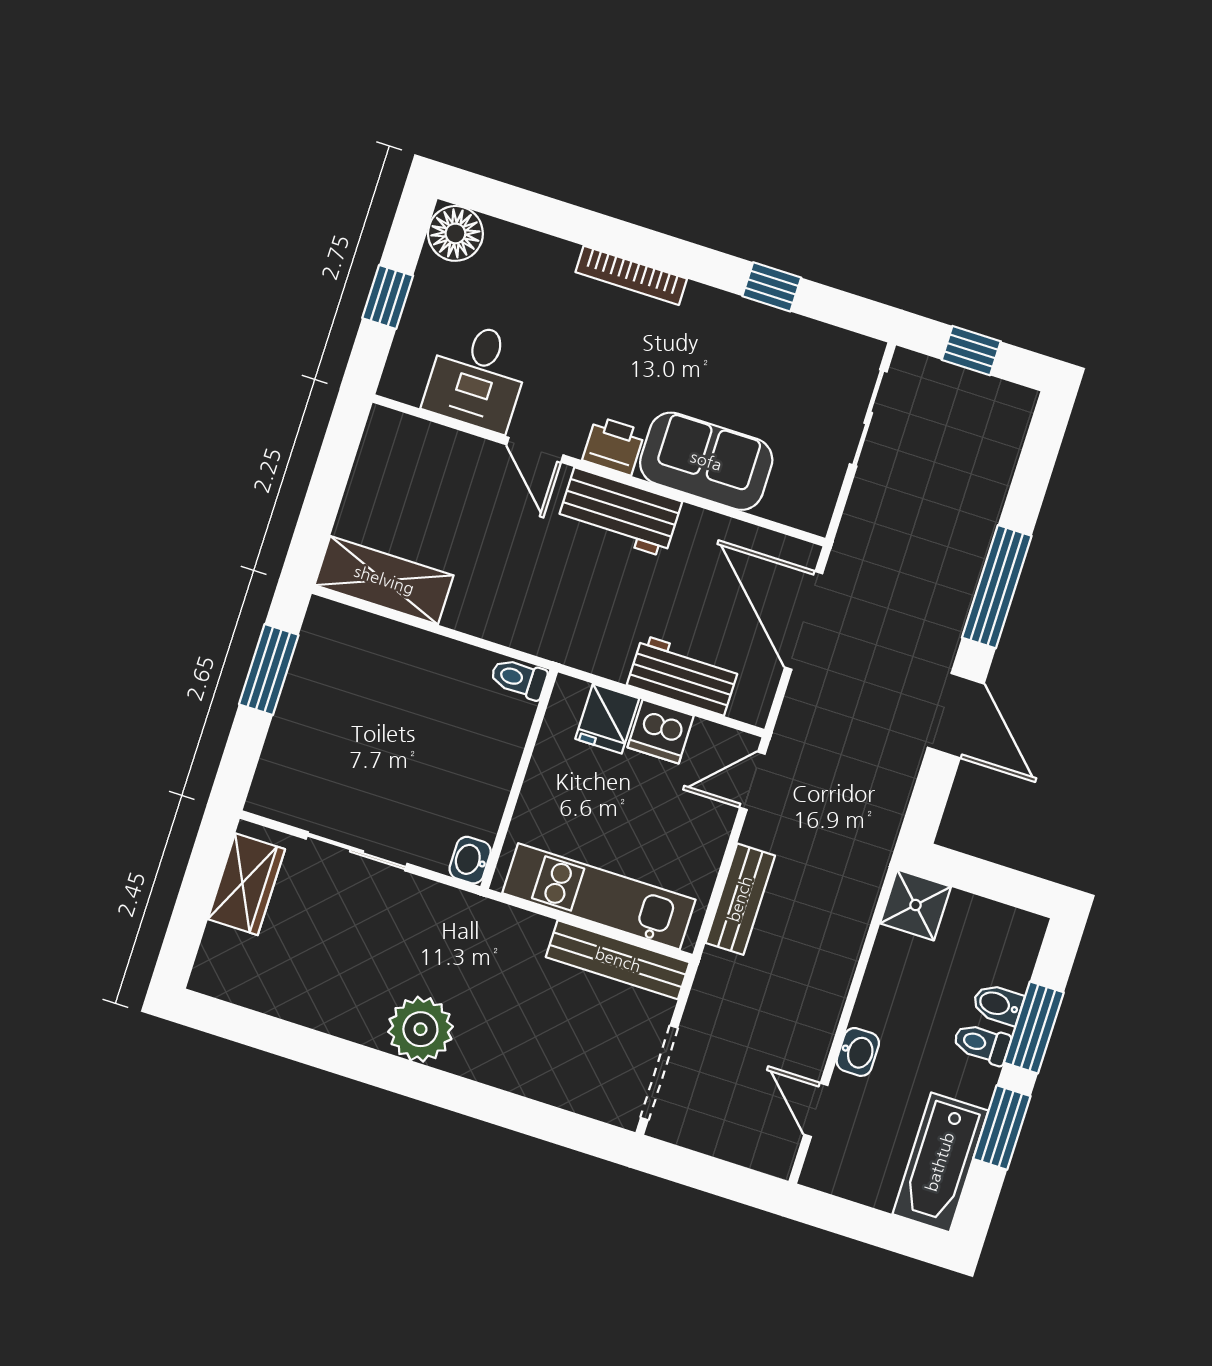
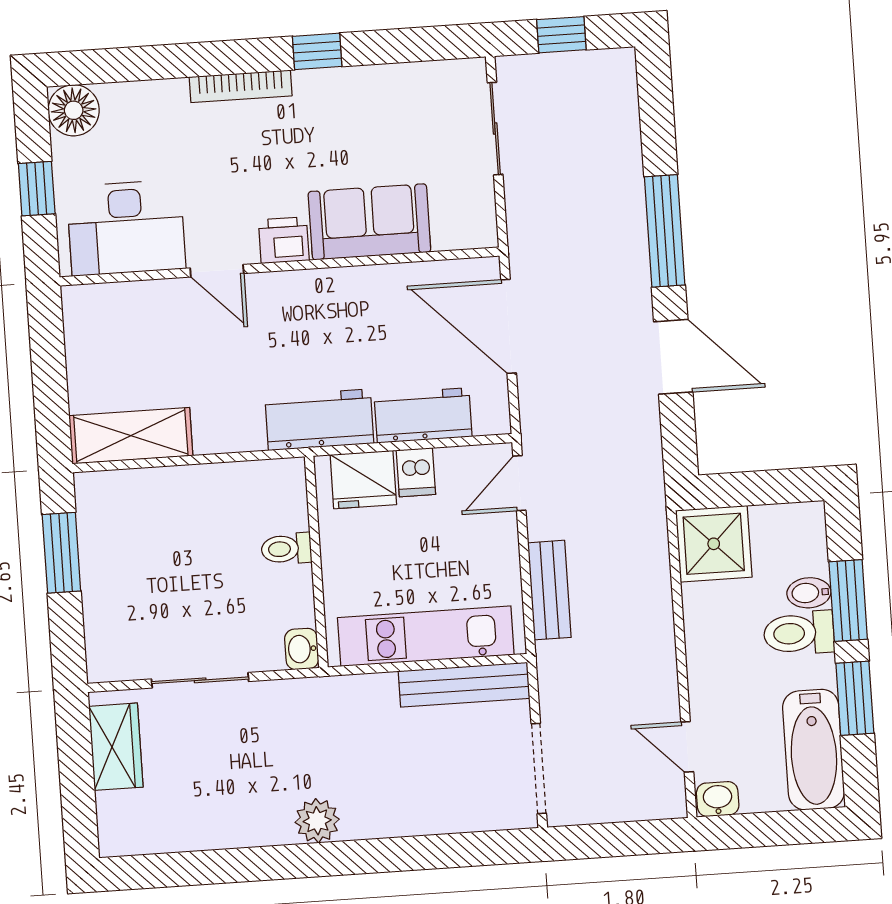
window: (772, 287) -> (317, 51), moved
desk: (477, 376) -> (126, 228), width x1.37
workbench: (619, 512) -> (319, 420), moved, turned 180
toilet: (519, 678) -> (286, 549), moved
fridge: (607, 719) -> (363, 480), width x1.38
dishwasher: (661, 731) -> (416, 472), width x0.73
shower: (916, 905) -> (714, 544), width x1.36, depth x1.36
plant: (420, 1029) -> (317, 821), width x0.73, depth x0.73
toilet: (982, 1044) -> (799, 633), width x1.37, depth x1.39
washbasin: (858, 1052) -> (718, 799), moved, turned -90

